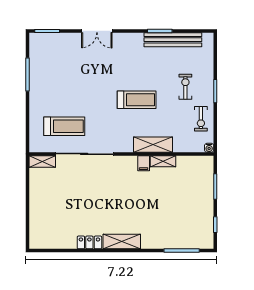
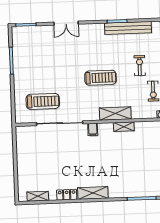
shelving: (42, 161) -> (38, 196), moved
filing cabinet: (144, 163) -> (93, 129), moved

